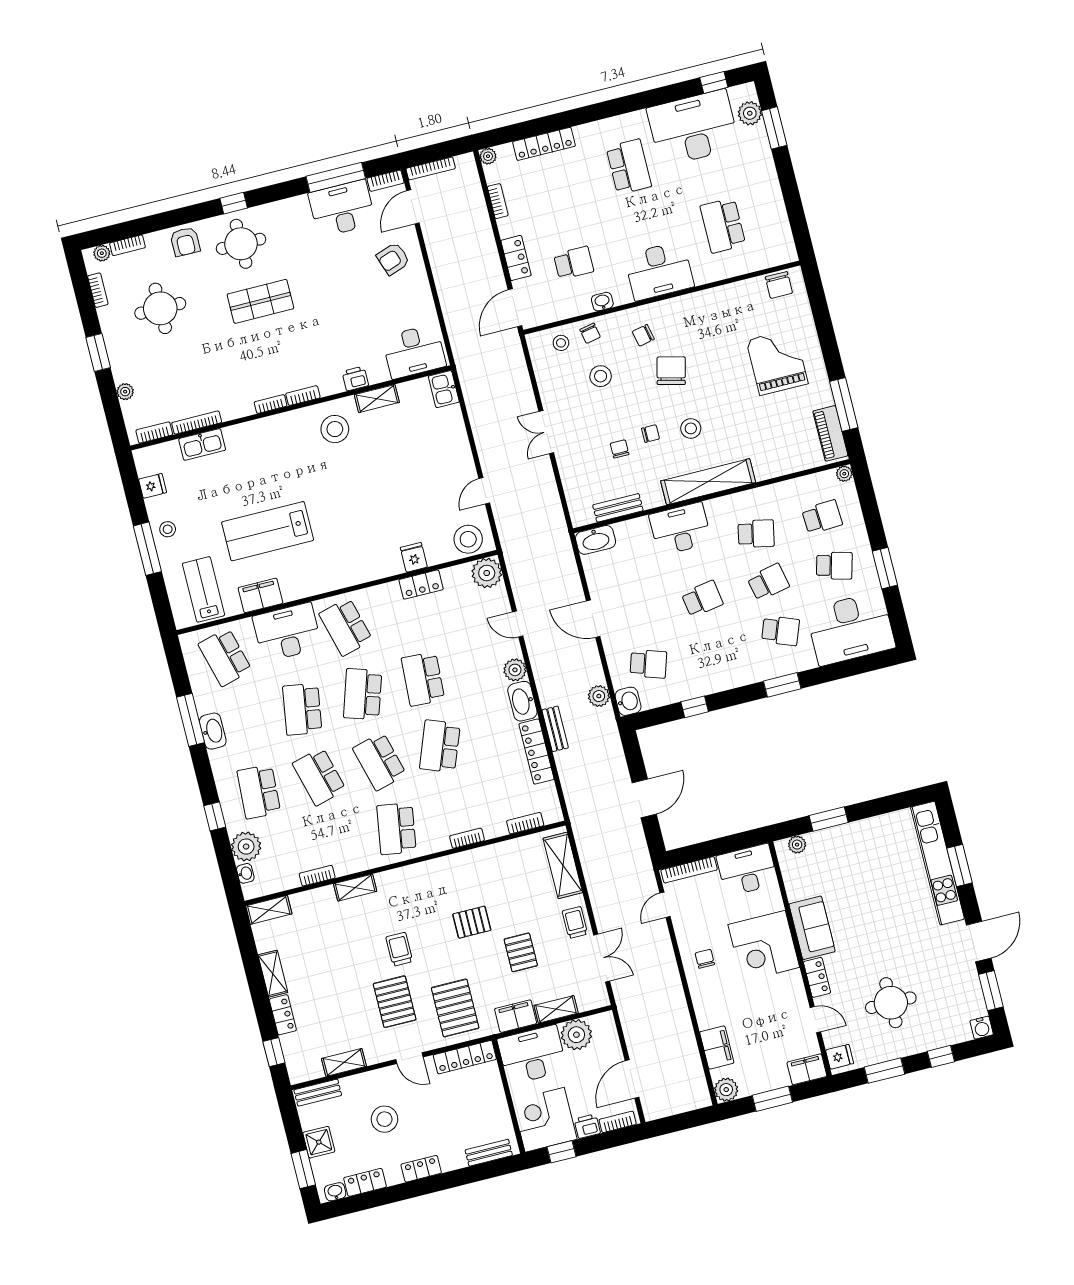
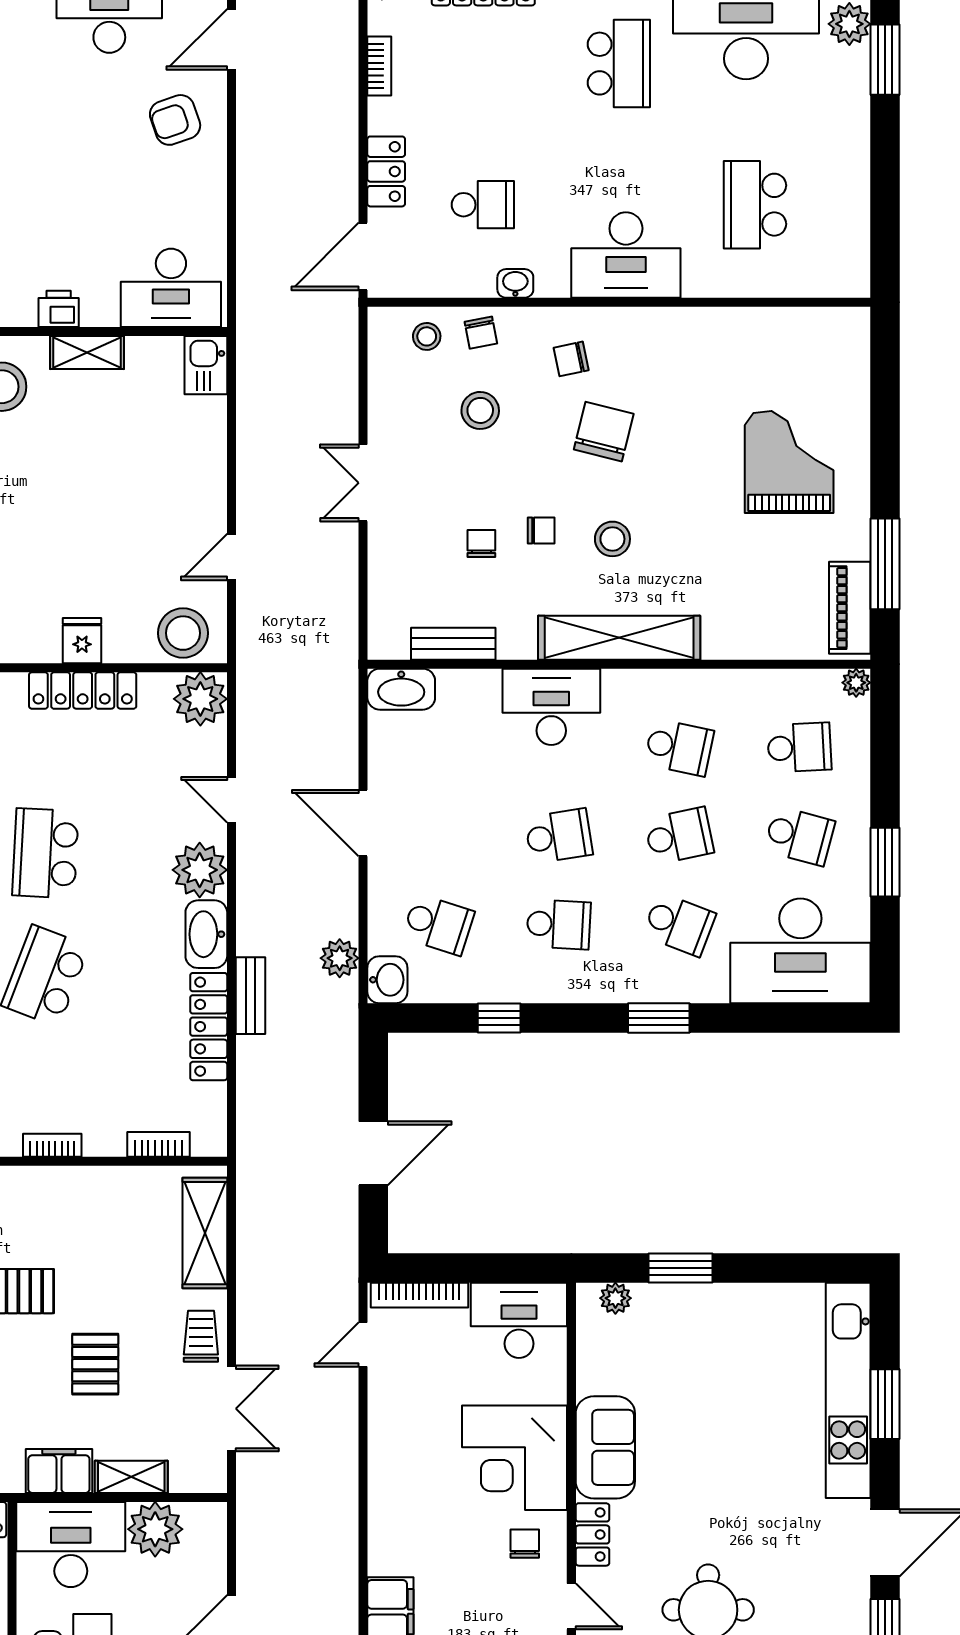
chair: (779, 285) -> (825, 331), removed
locker: (421, 585) -> (83, 690), width x1.53
school desk: (714, 647) -> (559, 924), added
plant: (515, 670) -> (200, 870), width x1.36, depth x1.36
chair: (705, 959) -> (525, 1544), moved

